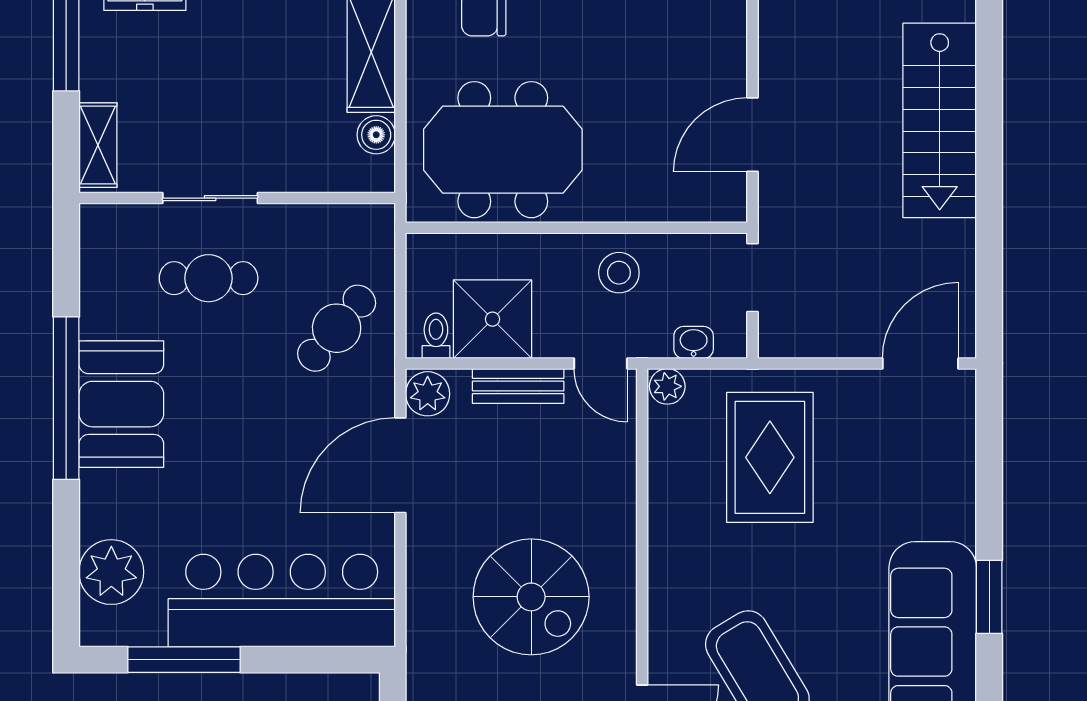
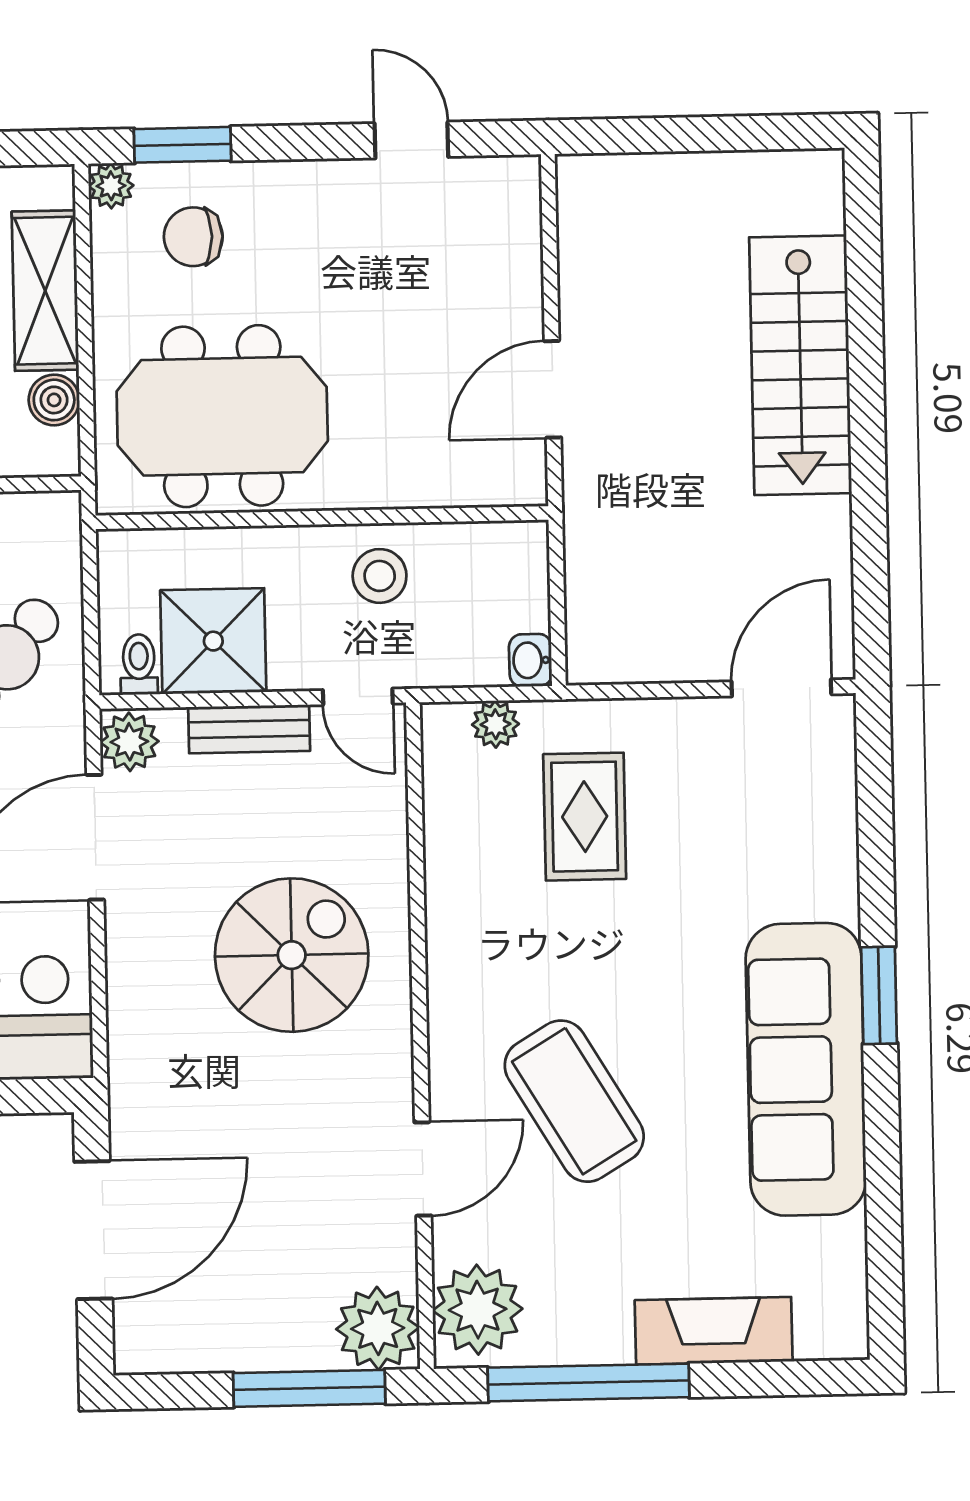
doorway: (752, 278) -> (557, 579), removed
washbasin: (694, 342) -> (530, 660), moved, turned -90
plant: (667, 386) -> (495, 724), moved
rug: (770, 457) -> (585, 817), width x0.73, depth x0.70
spiral stairs: (531, 597) -> (292, 955), moved, turned -90

